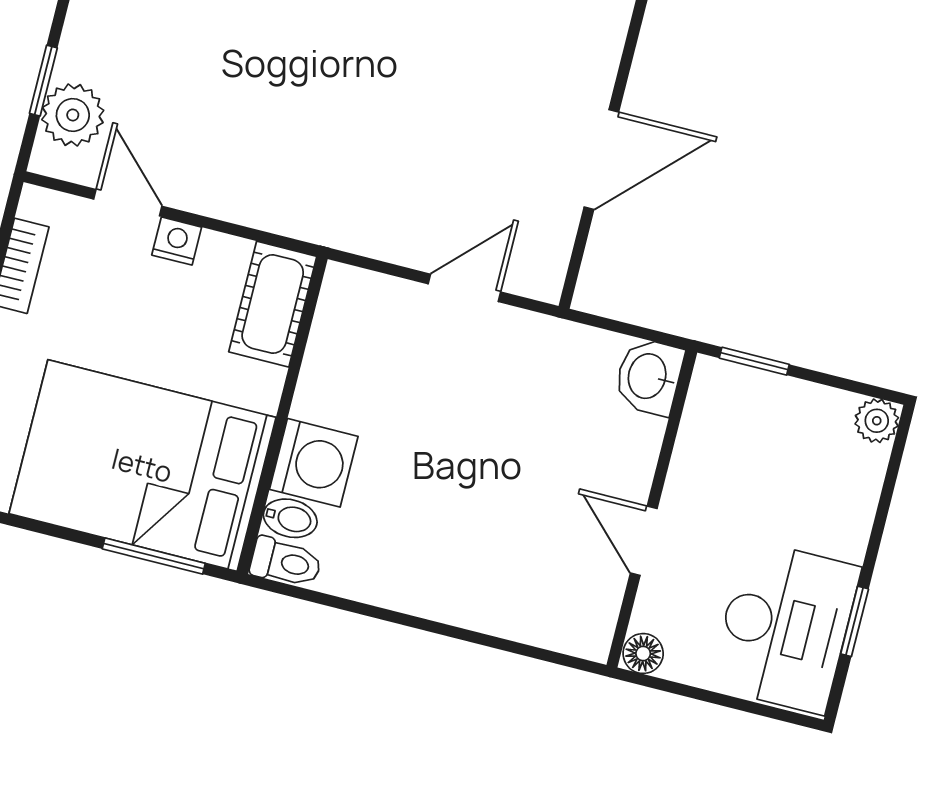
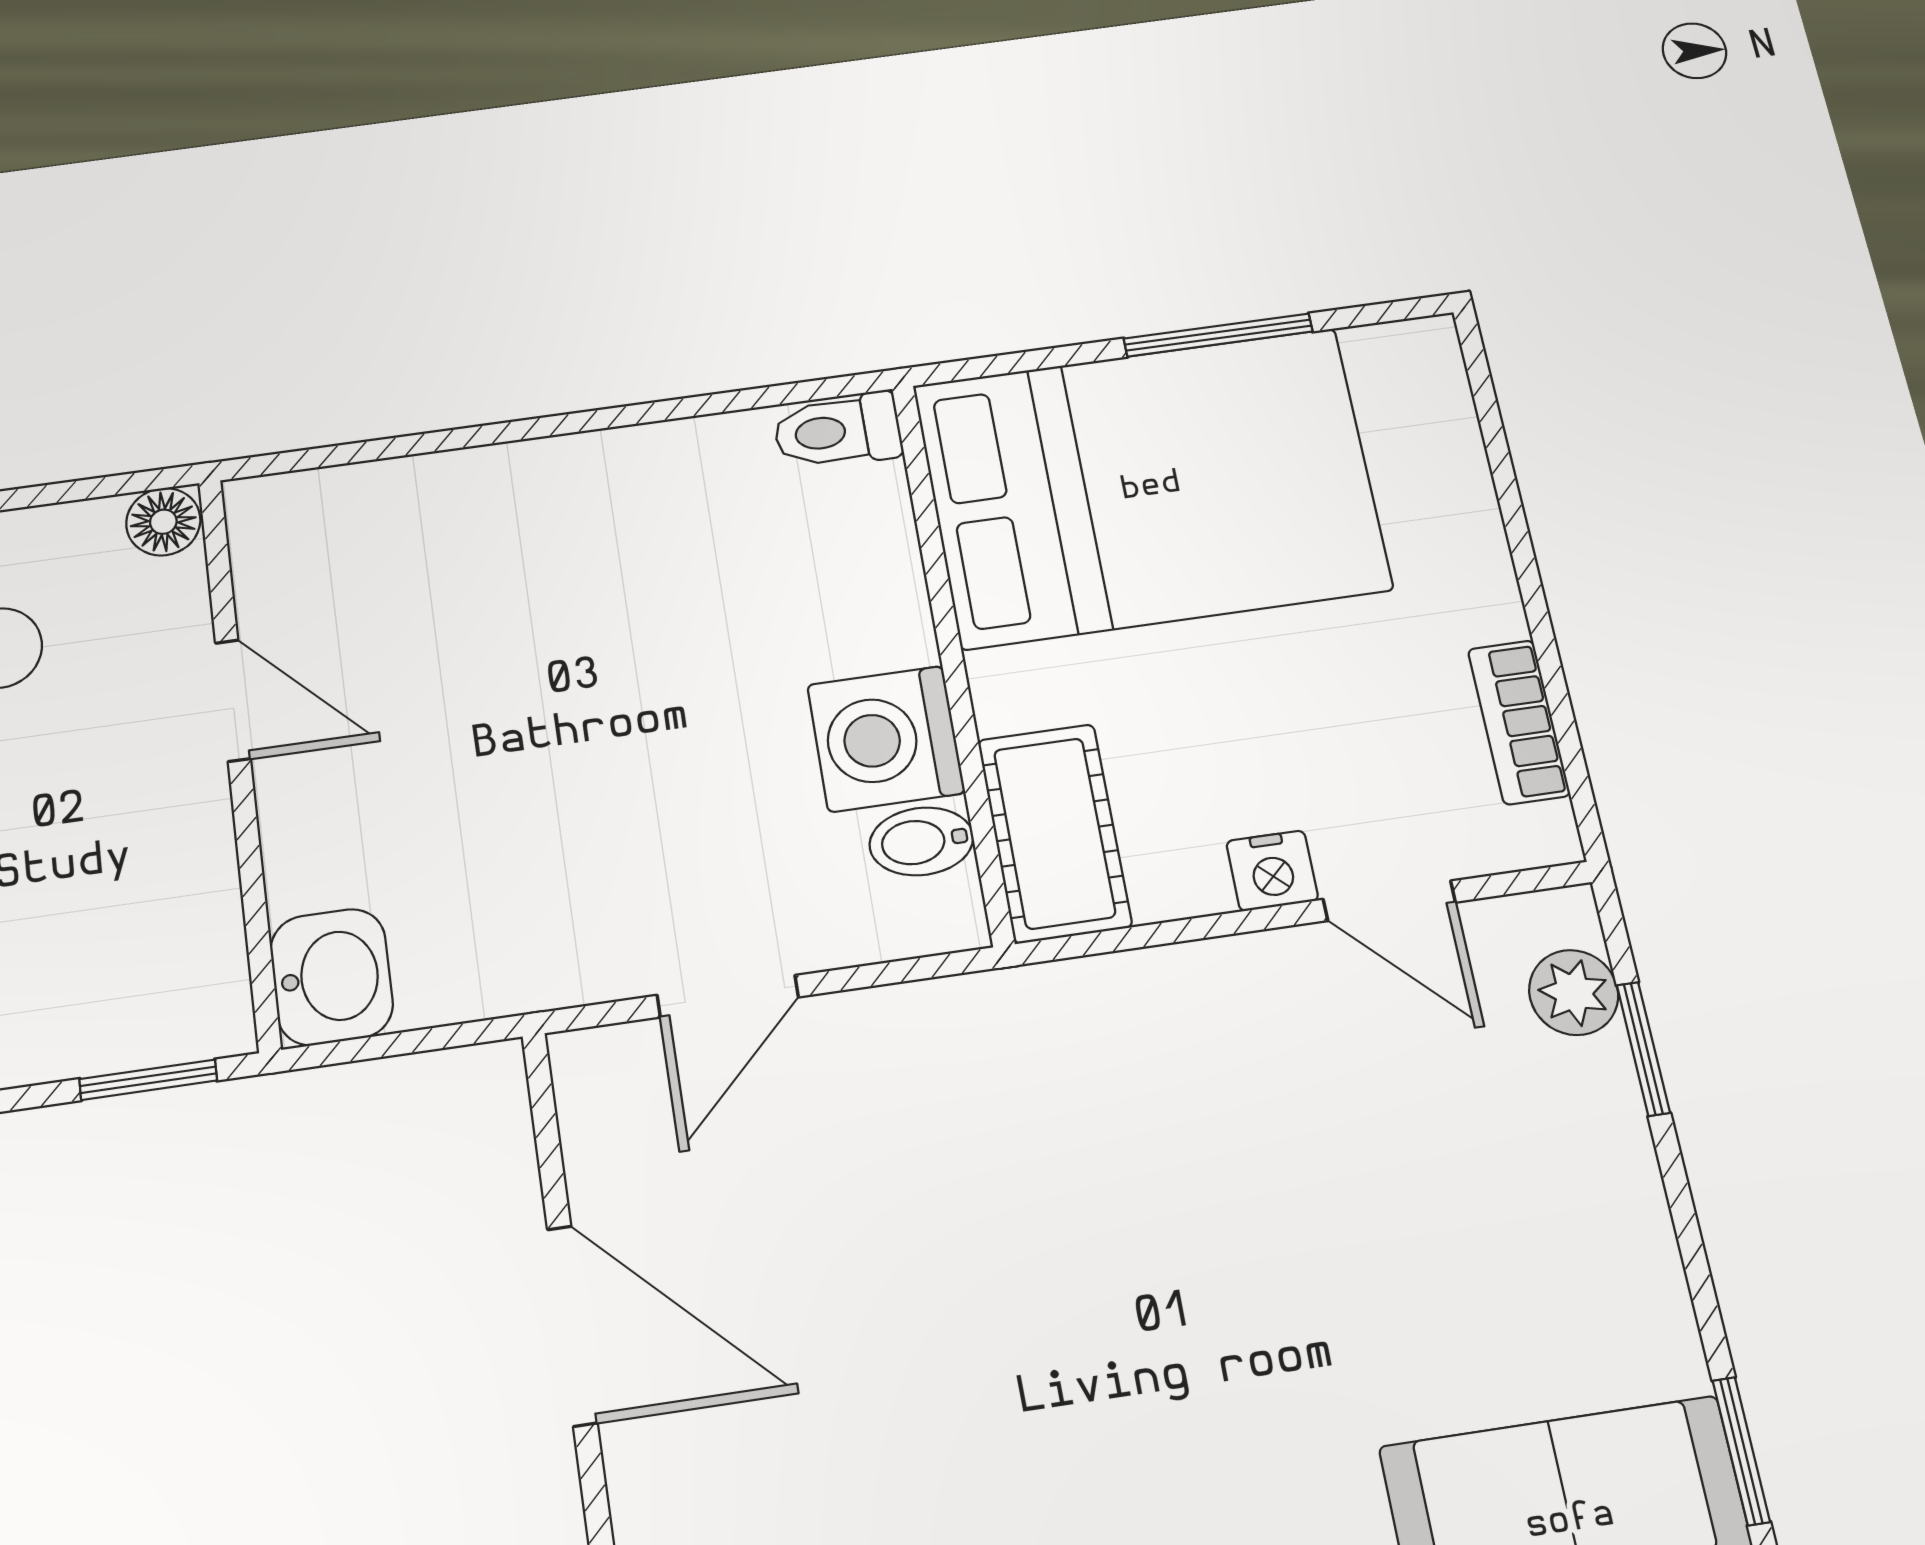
plant: (73, 115) -> (1574, 992), width x0.73, depth x0.73
door: (601, 160) -> (572, 1325), swing flipped
washing machine: (314, 463) -> (886, 739), moved
bidet: (290, 518) -> (921, 841), moved
window: (154, 556) -> (1218, 335), moved

